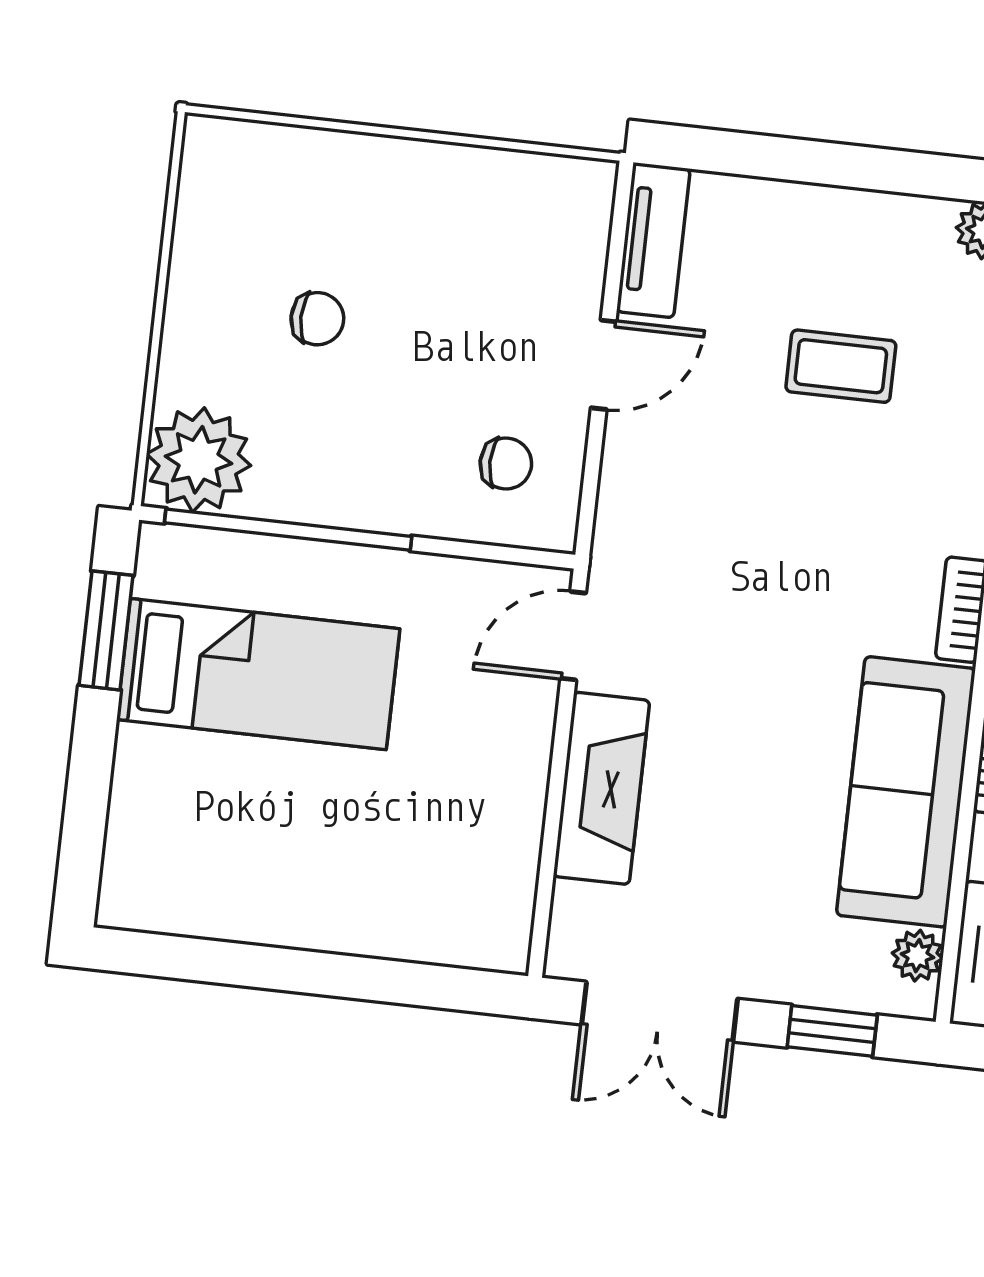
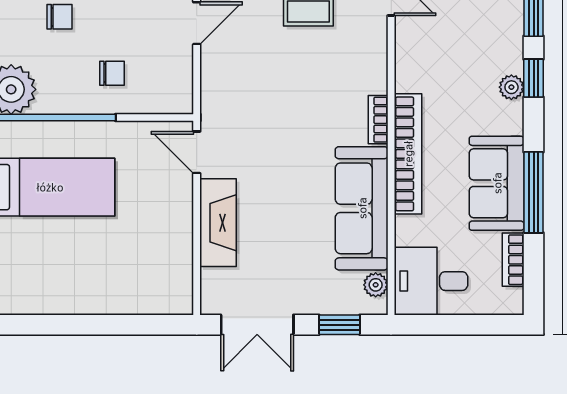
chair: (506, 464) -> (112, 73), moved
door: (573, 636) -> (197, 152), hinge flipped

